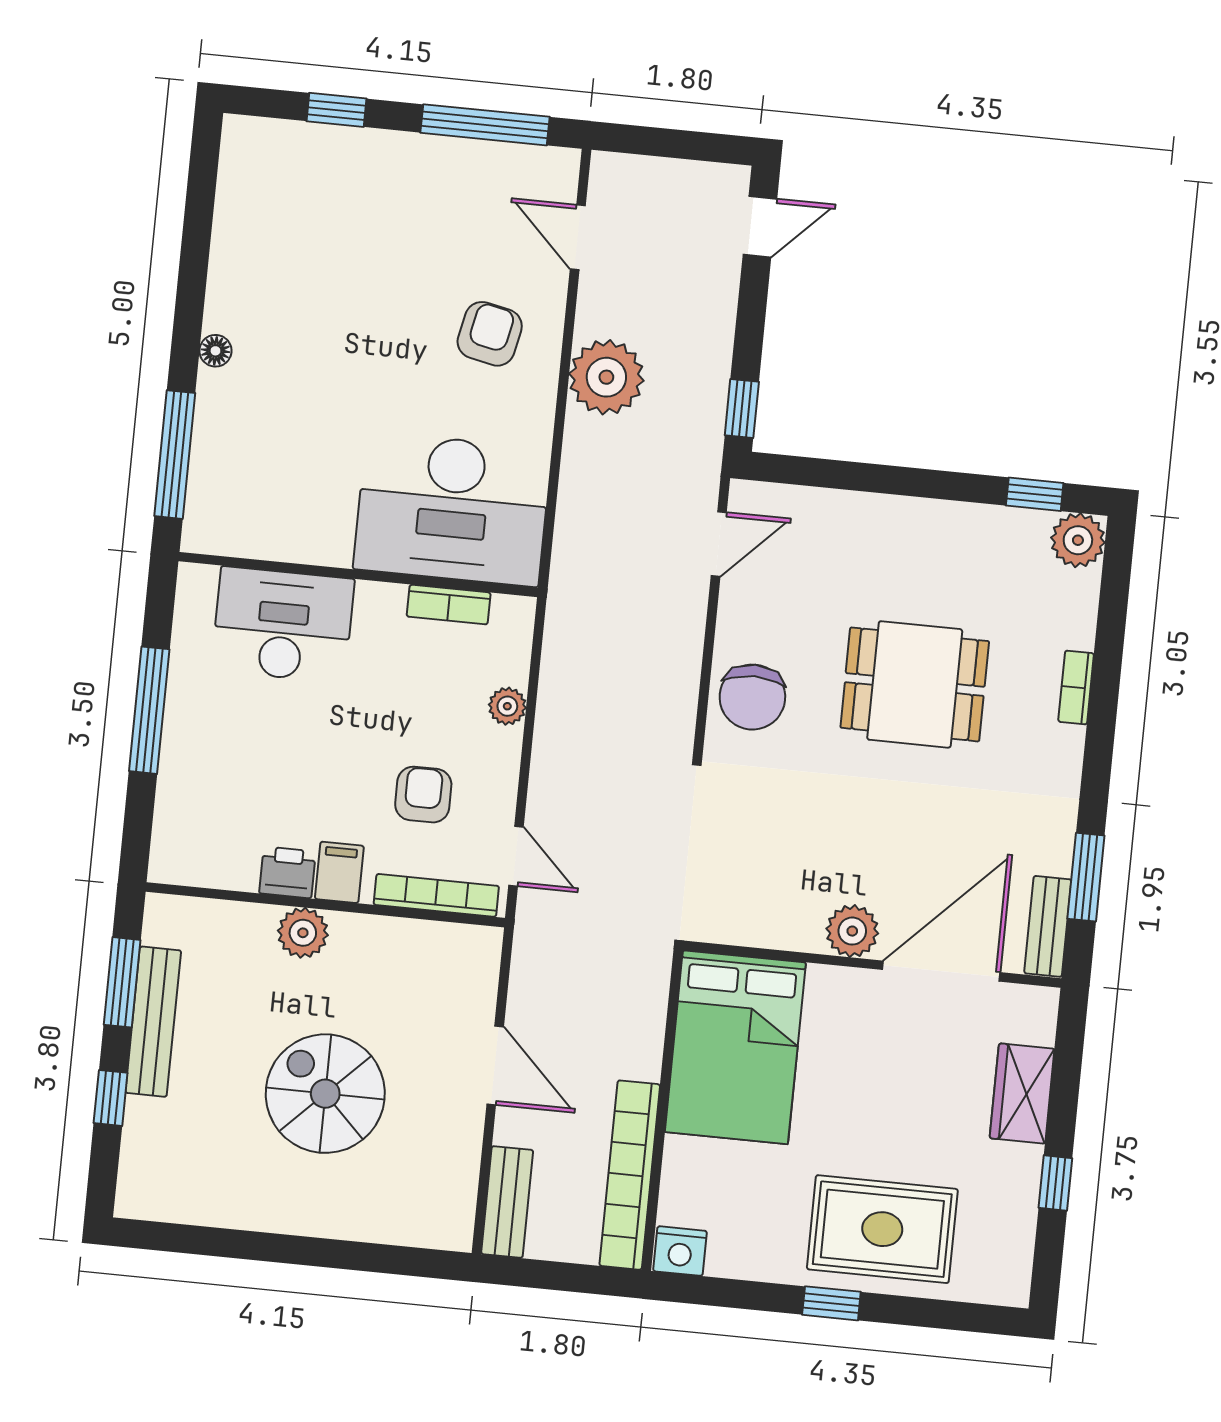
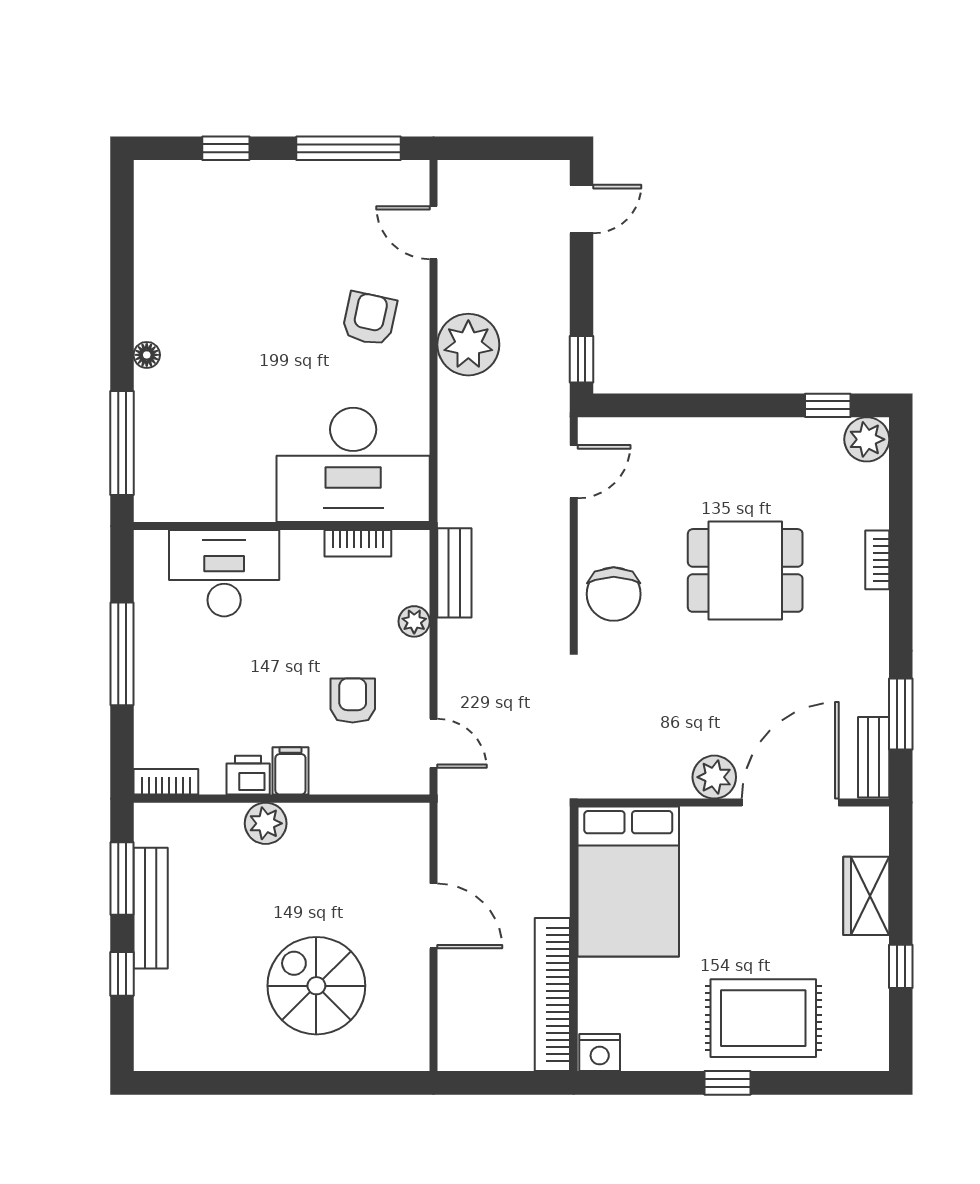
bookcase: (436, 895) -> (166, 782), moved, width x0.64
spiral stairs: (325, 1094) -> (316, 986), moved
bench: (507, 1202) -> (454, 573), moved

